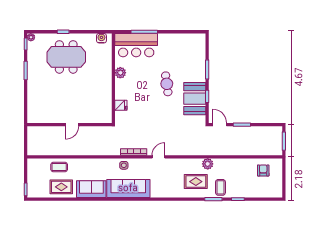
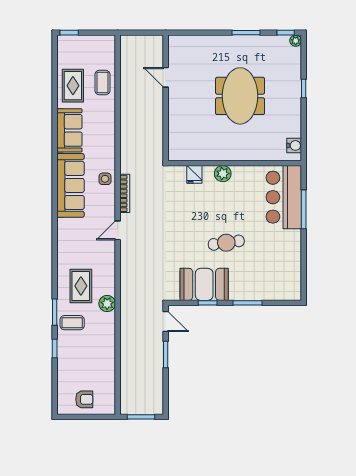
meeting table: (66, 57) -> (240, 96), moved
plant: (120, 73) -> (223, 174), moved
door: (72, 125) -> (166, 77), moved
door: (220, 125) -> (166, 322), hinge flipped
door: (158, 157) -> (118, 230), swing flipped
armchair: (263, 170) -> (84, 399), moved

